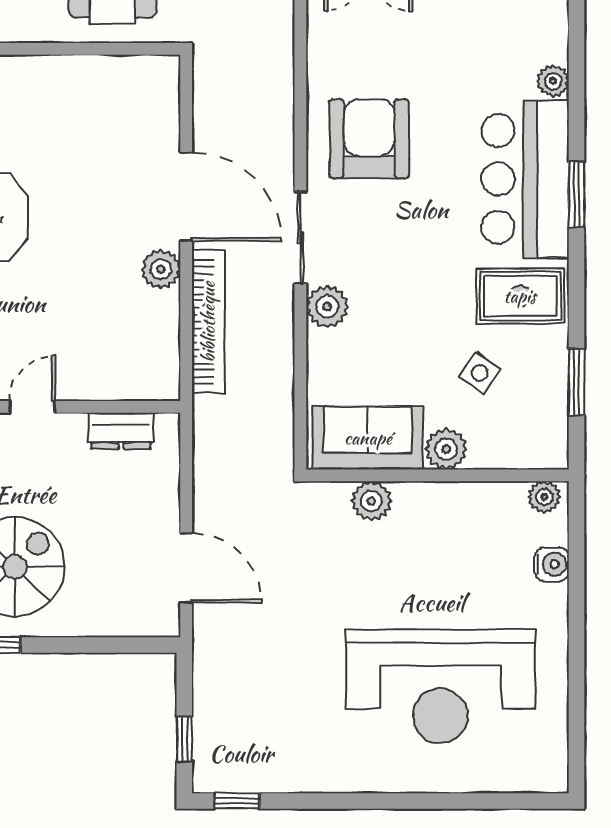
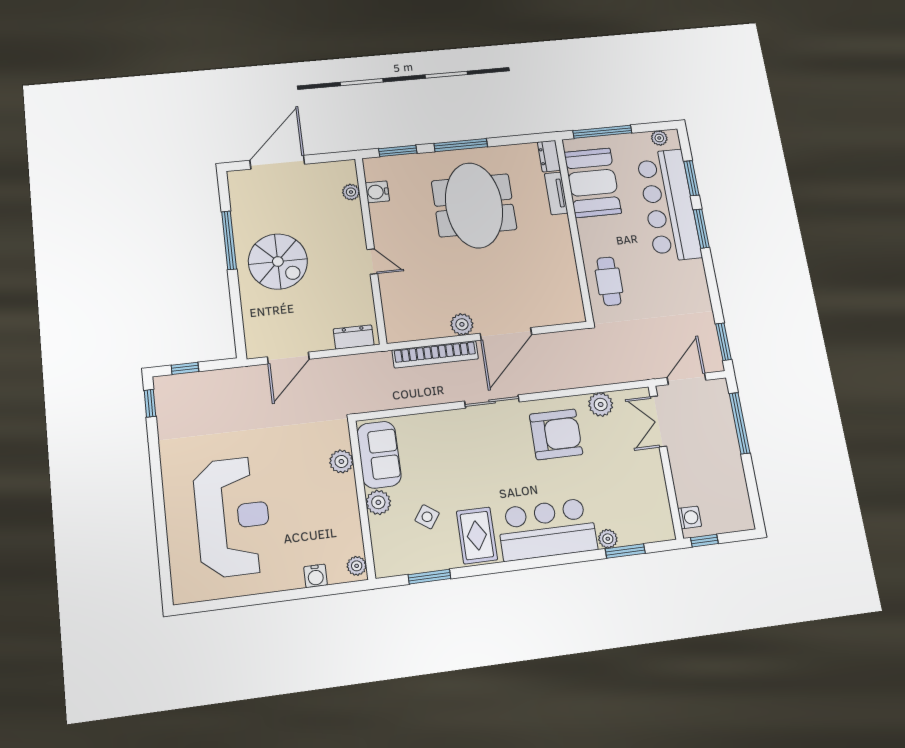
window: (577, 195) -> (625, 551), moved
plant: (327, 307) -> (601, 404), moved
dresser: (121, 431) -> (354, 337), moved, turned 90
reception desk: (440, 686) -> (233, 517), turned 180

